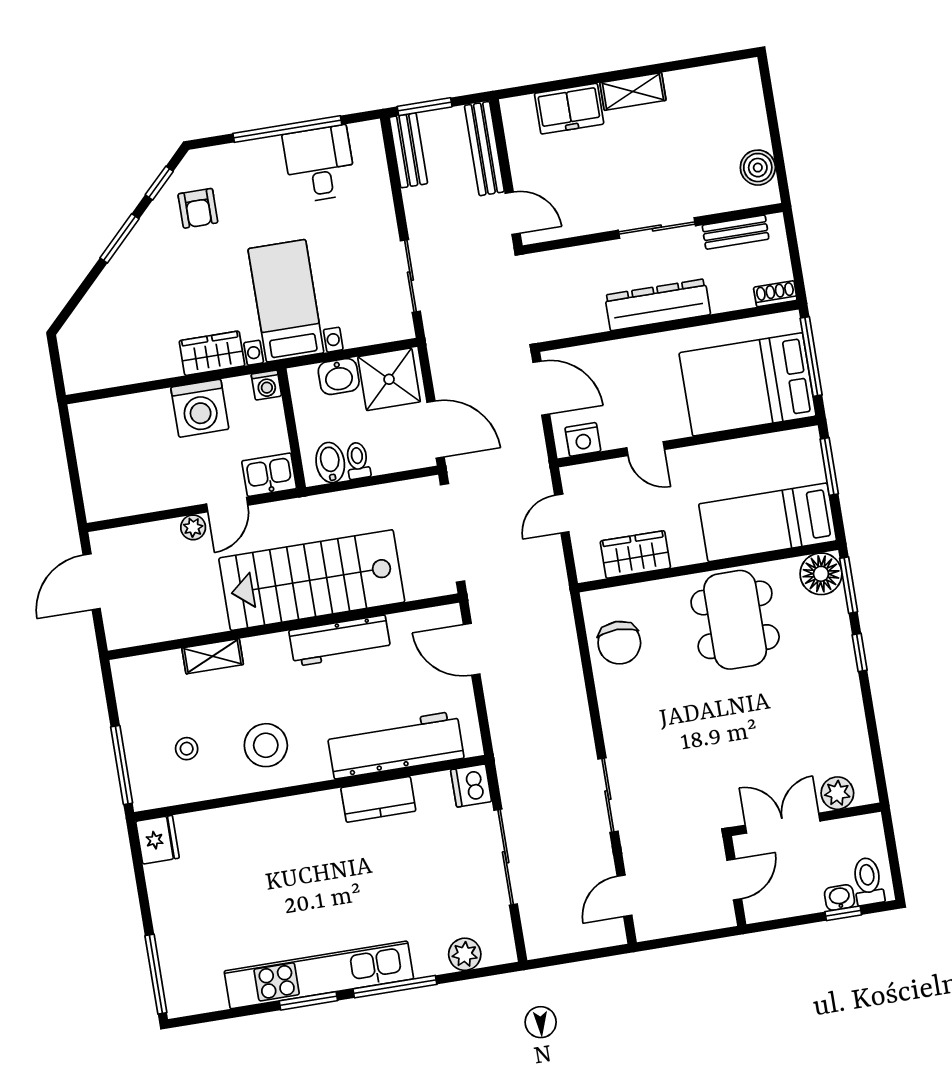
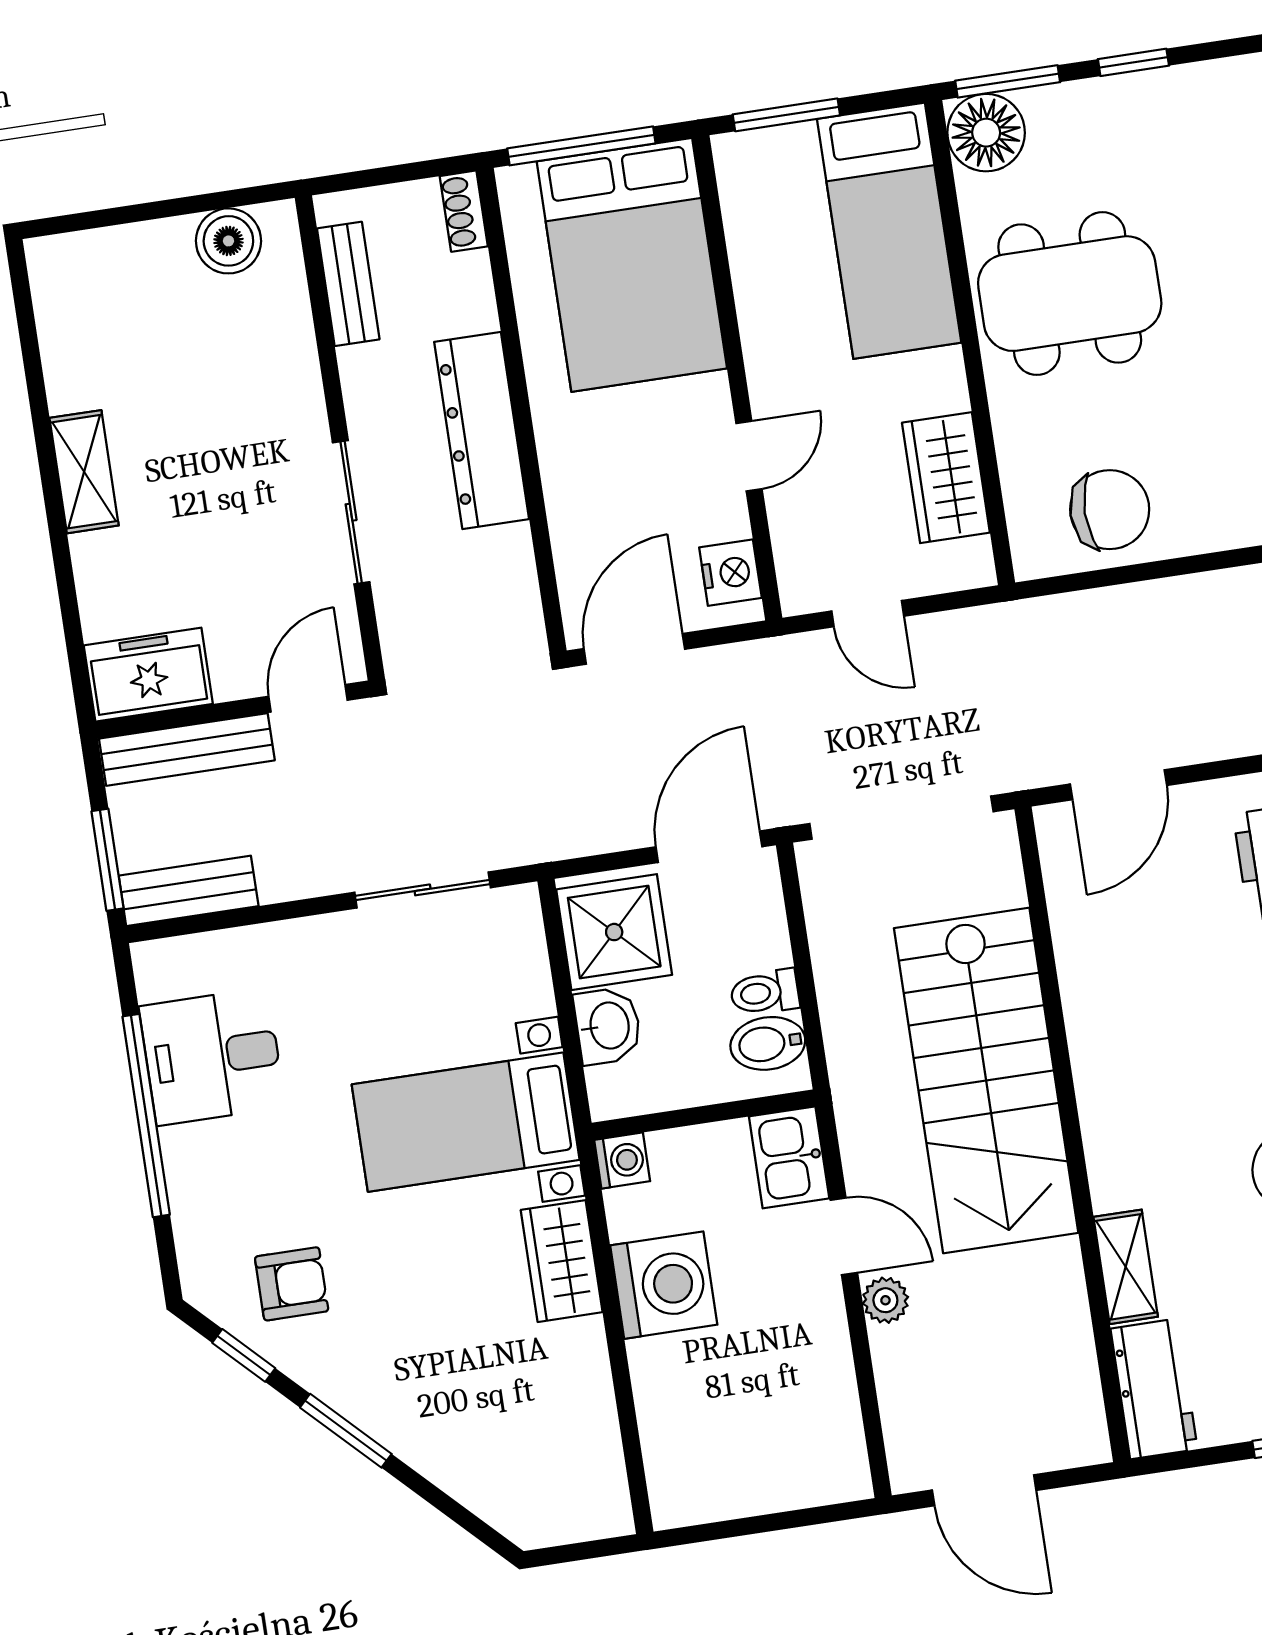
freezer: (569, 109) -> (148, 675), moved, turned -90
sliding door: (657, 228) -> (351, 512), moved
workbench: (340, 641) -> (1154, 1389), moved, width x0.73

